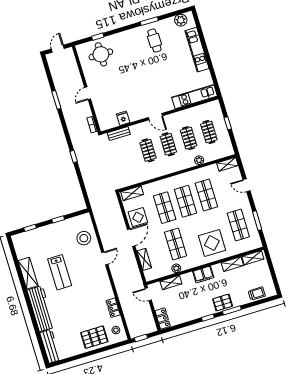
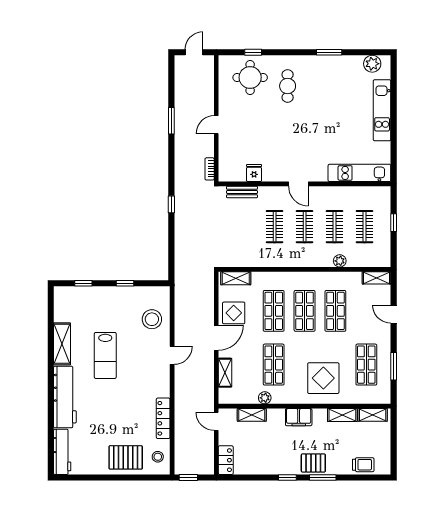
cafe table: (154, 41) -> (288, 86), moved
locker: (113, 308) -> (163, 418), width x1.53

